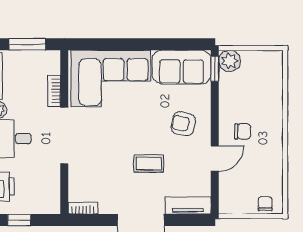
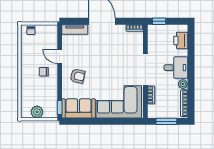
plant: (230, 61) -> (37, 112), moved
door: (215, 159) -> (60, 56), hinge flipped
coffee table: (149, 163) -> (97, 53), removed
window: (19, 220) -> (159, 21), moved

